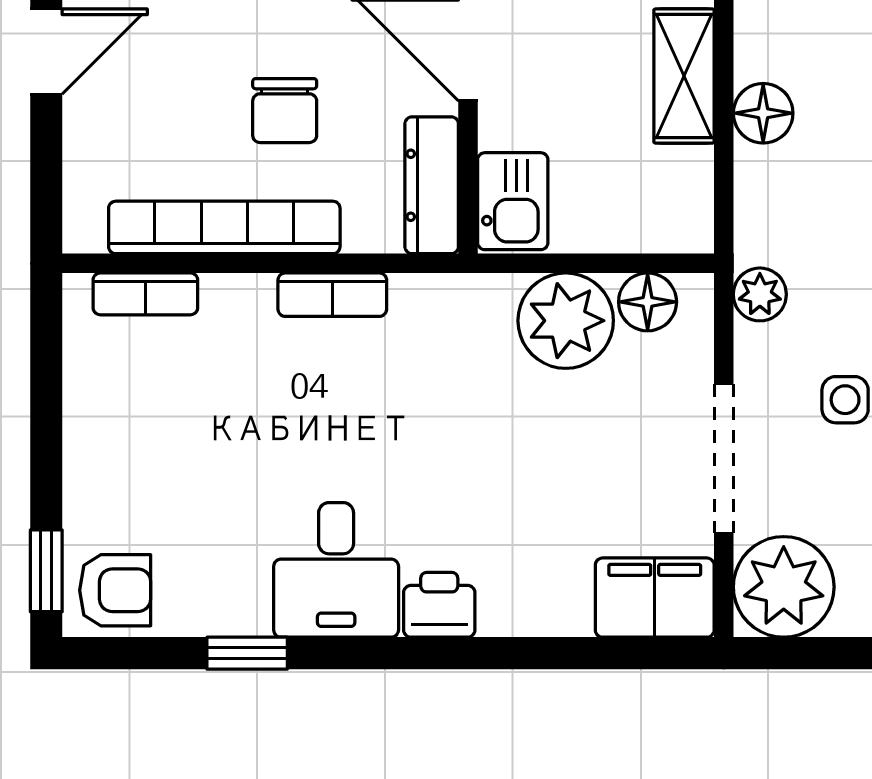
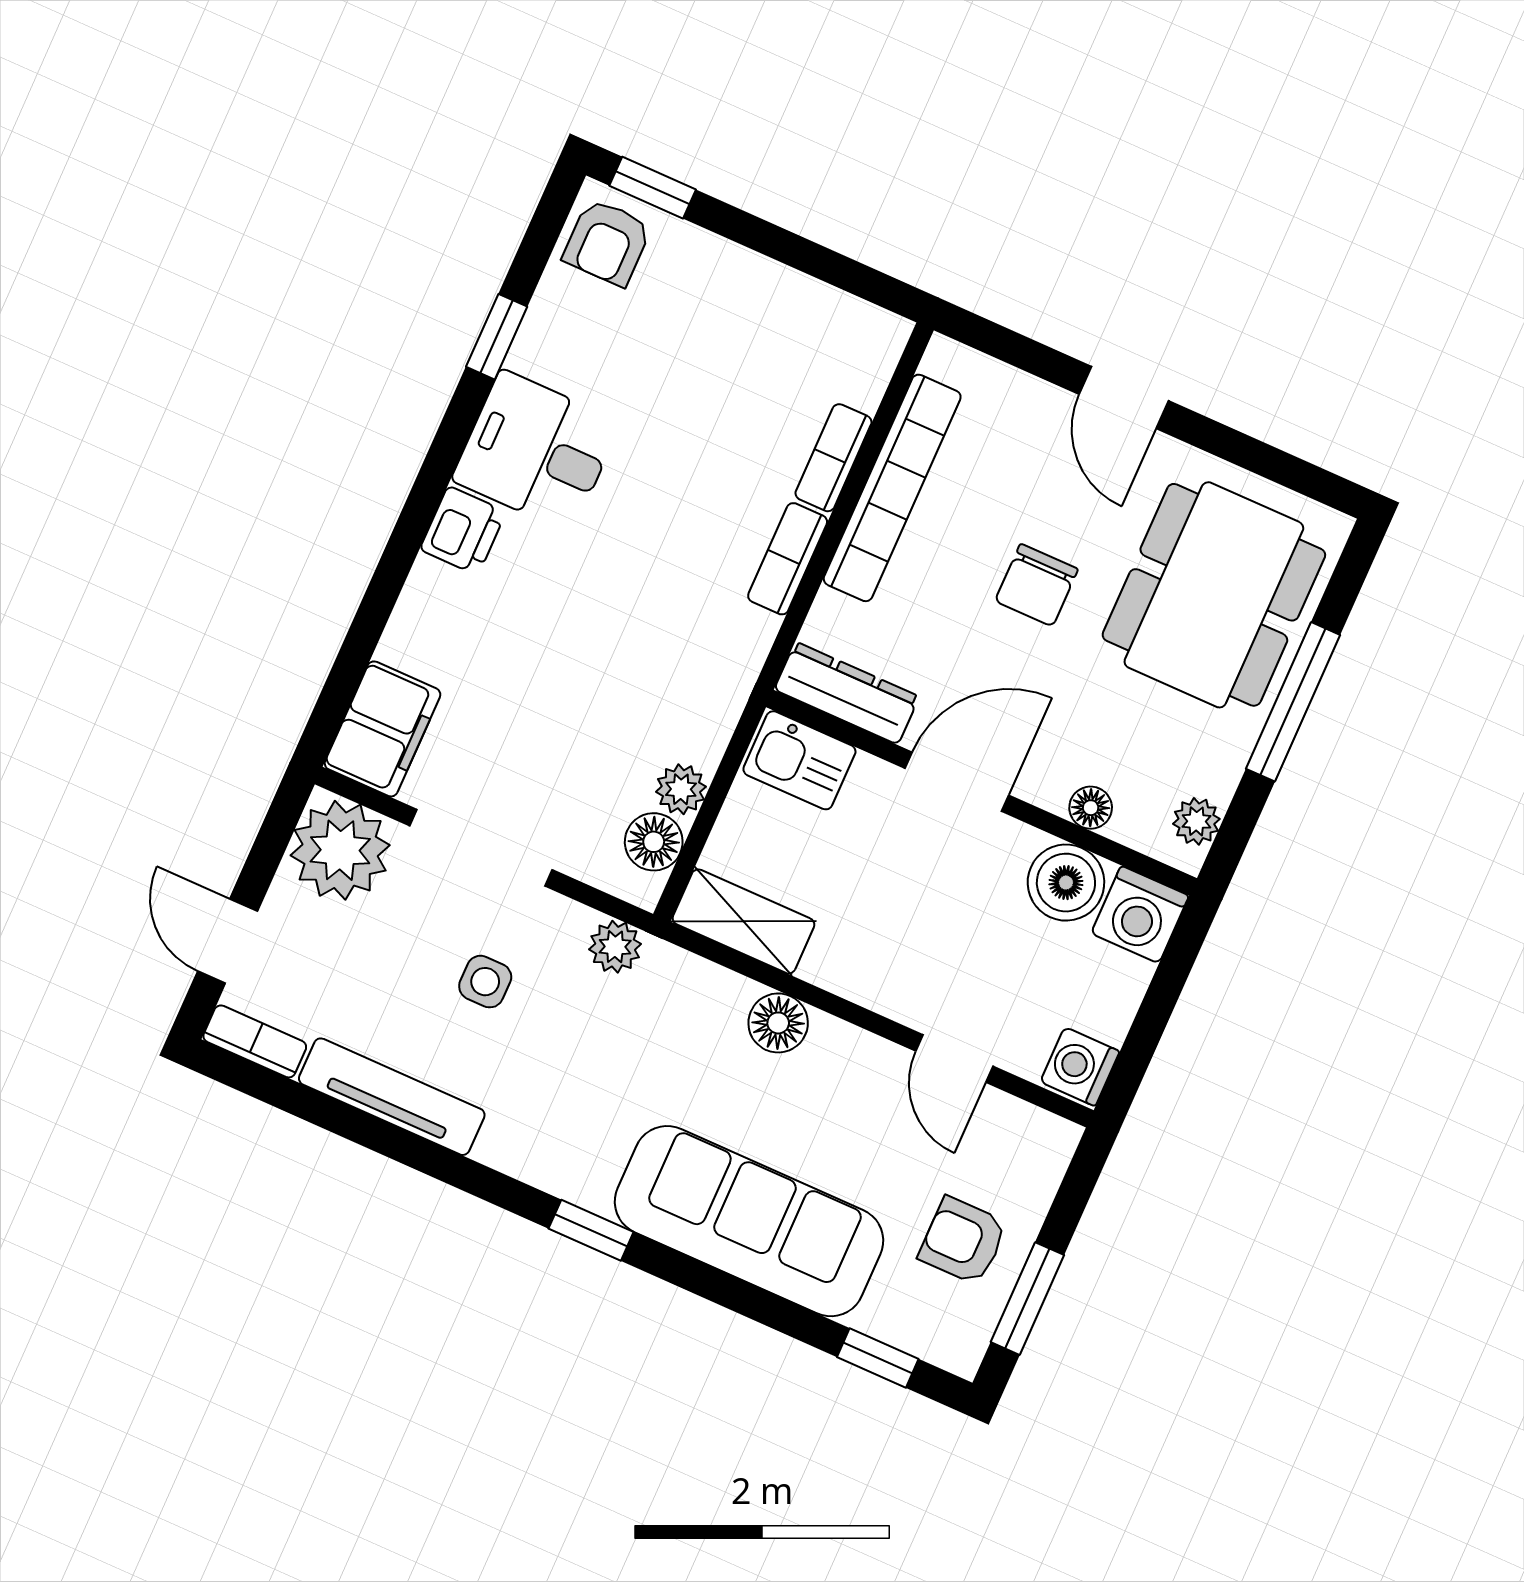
shelving: (684, 76) -> (743, 921), moved
chair: (285, 111) -> (1037, 585), moved, turned -90
bookcase: (145, 294) -> (833, 458), moved
plant: (566, 321) -> (681, 789), width x0.53, depth x0.53

